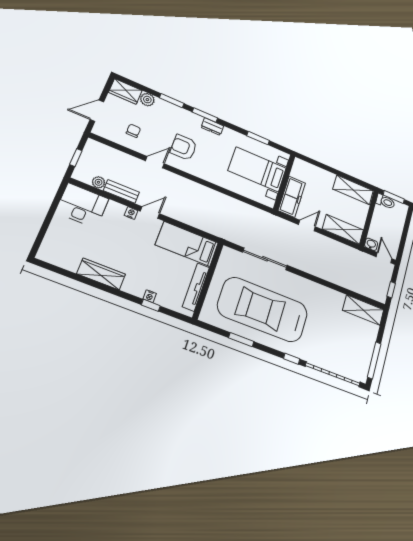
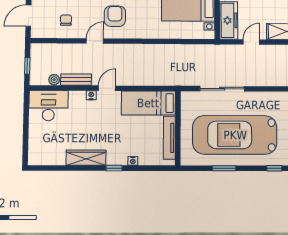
armchair: (184, 147) -> (115, 16), turned 90
window: (151, 305) -> (114, 168), moved

